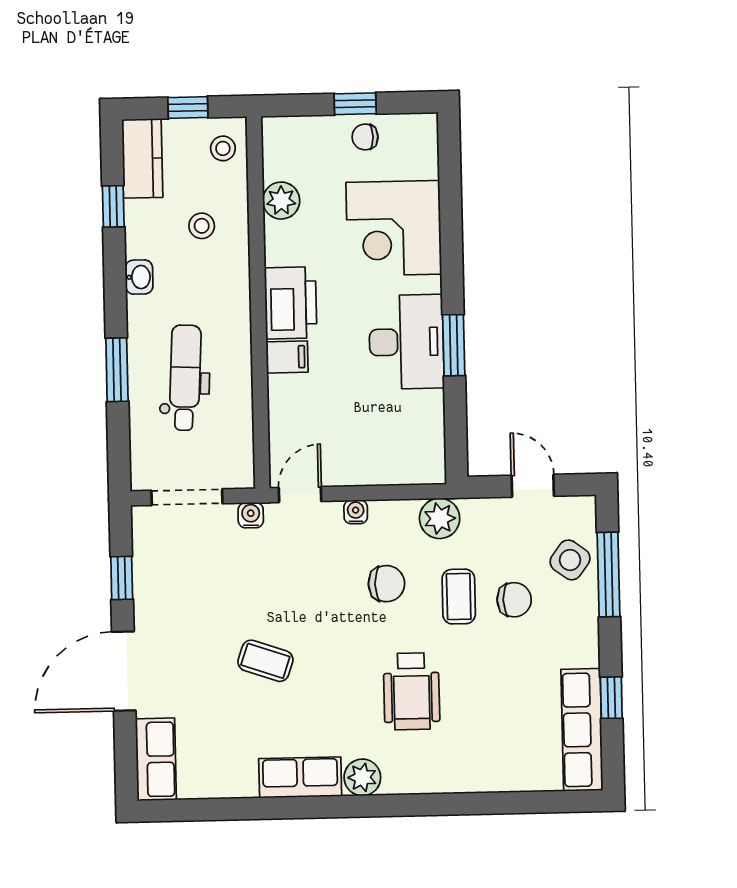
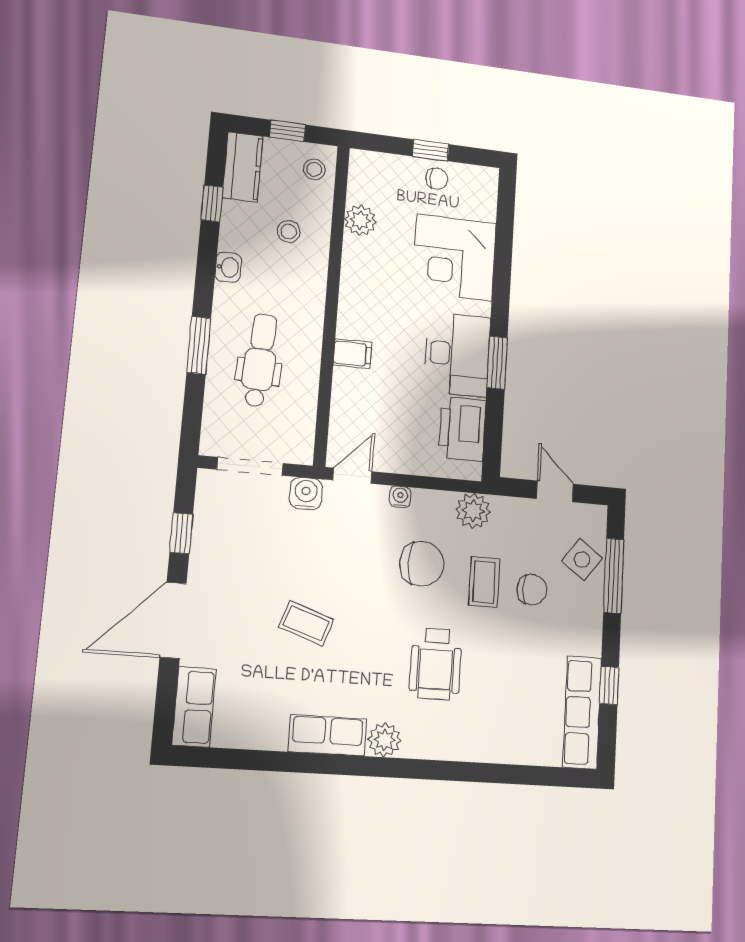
chair: (365, 137) -> (437, 179), turned 180
printer: (291, 303) -> (462, 429), moved, turned 180
water cooler: (251, 515) -> (306, 494), width x1.38, depth x1.38
chair: (386, 584) -> (422, 564), width x1.37, depth x1.37

